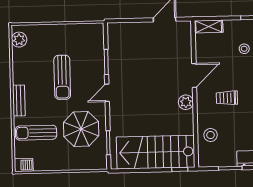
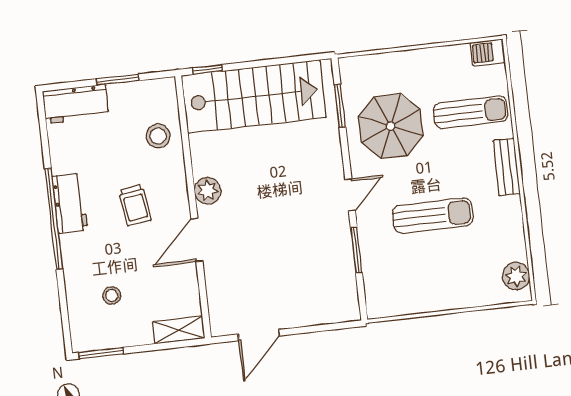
sun lounger: (62, 77) -> (433, 216), turned 90
trolley: (227, 98) -> (135, 205), turned 82

